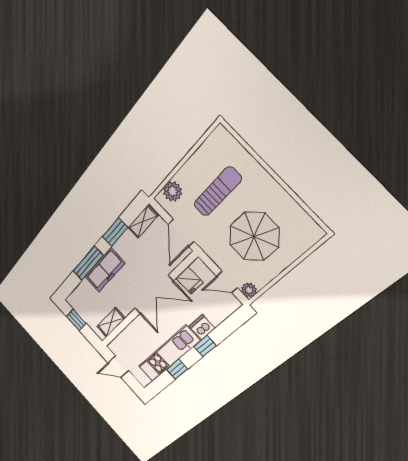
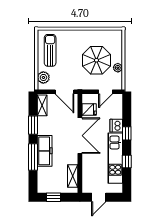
sun lounger: (217, 192) -> (50, 50), moved
plant: (249, 290) -> (118, 68), moved

